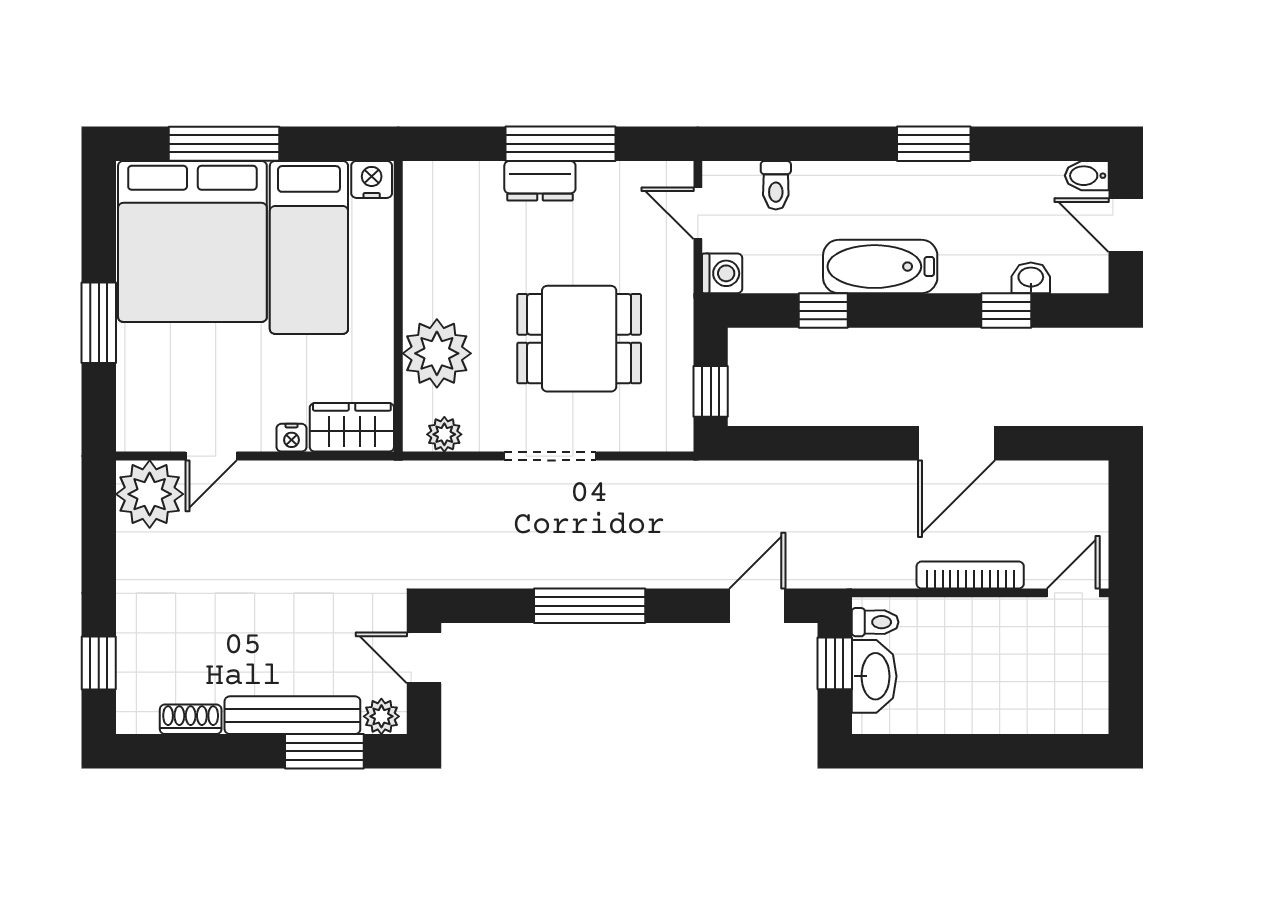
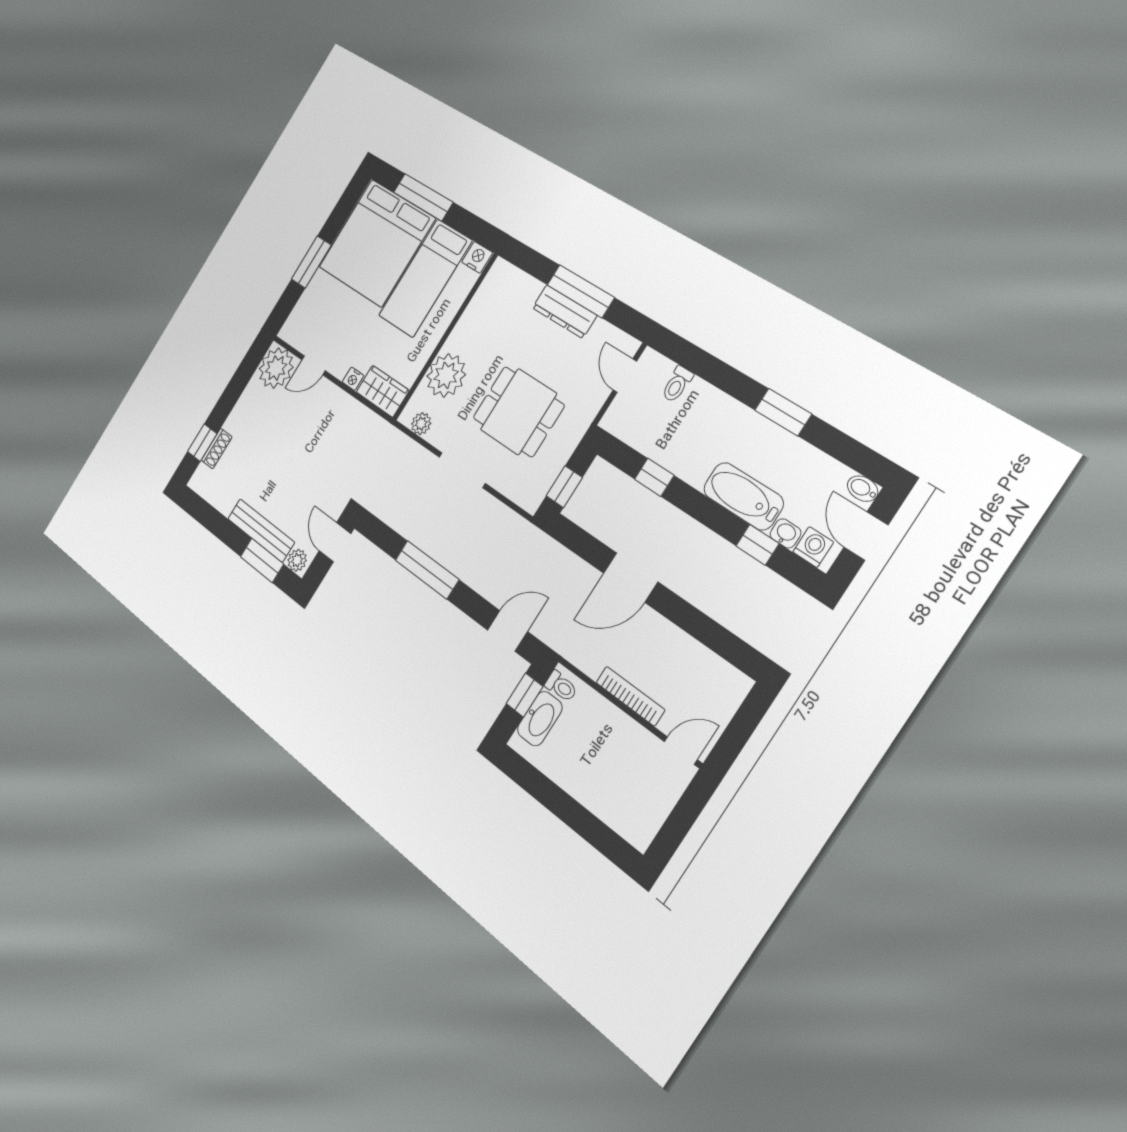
dresser: (540, 181) -> (565, 312), width x1.44
bathtub: (880, 267) -> (743, 496), moved
washing machine: (722, 273) -> (813, 547), moved, turned -90
door: (956, 443) -> (630, 577), moved
shoe rack: (191, 719) -> (217, 449), moved, turned 90

